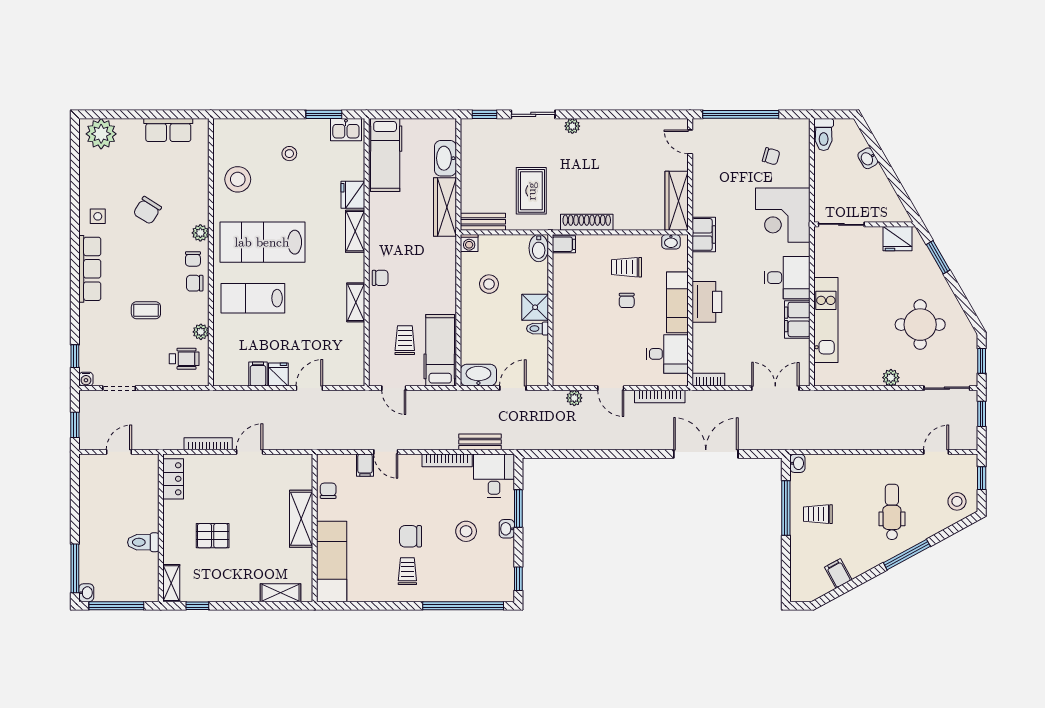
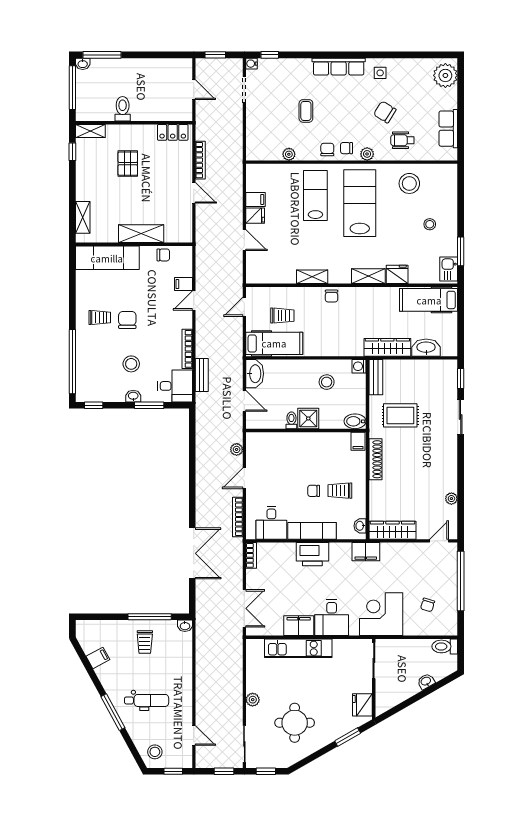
plant: (572, 126) -> (451, 499), moved
trolley: (626, 267) -> (340, 491), turned -90
wheelchair: (184, 359) -> (402, 140), moved, turned 90
trolley: (818, 514) -> (145, 642), turned 180

